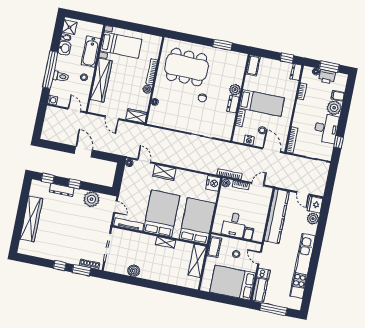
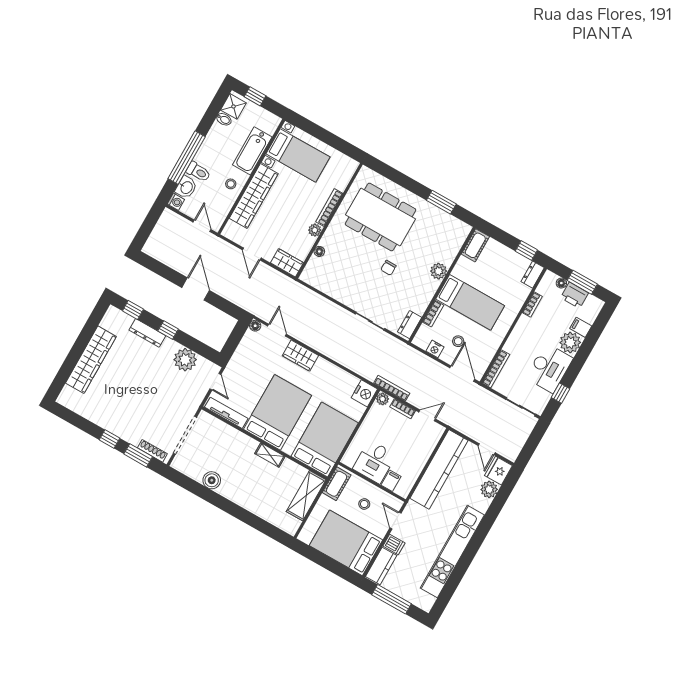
window: (81, 16) -> (255, 96), added
washbasin: (64, 48) -> (186, 187), moved
dresser: (233, 104) -> (410, 325), moved

